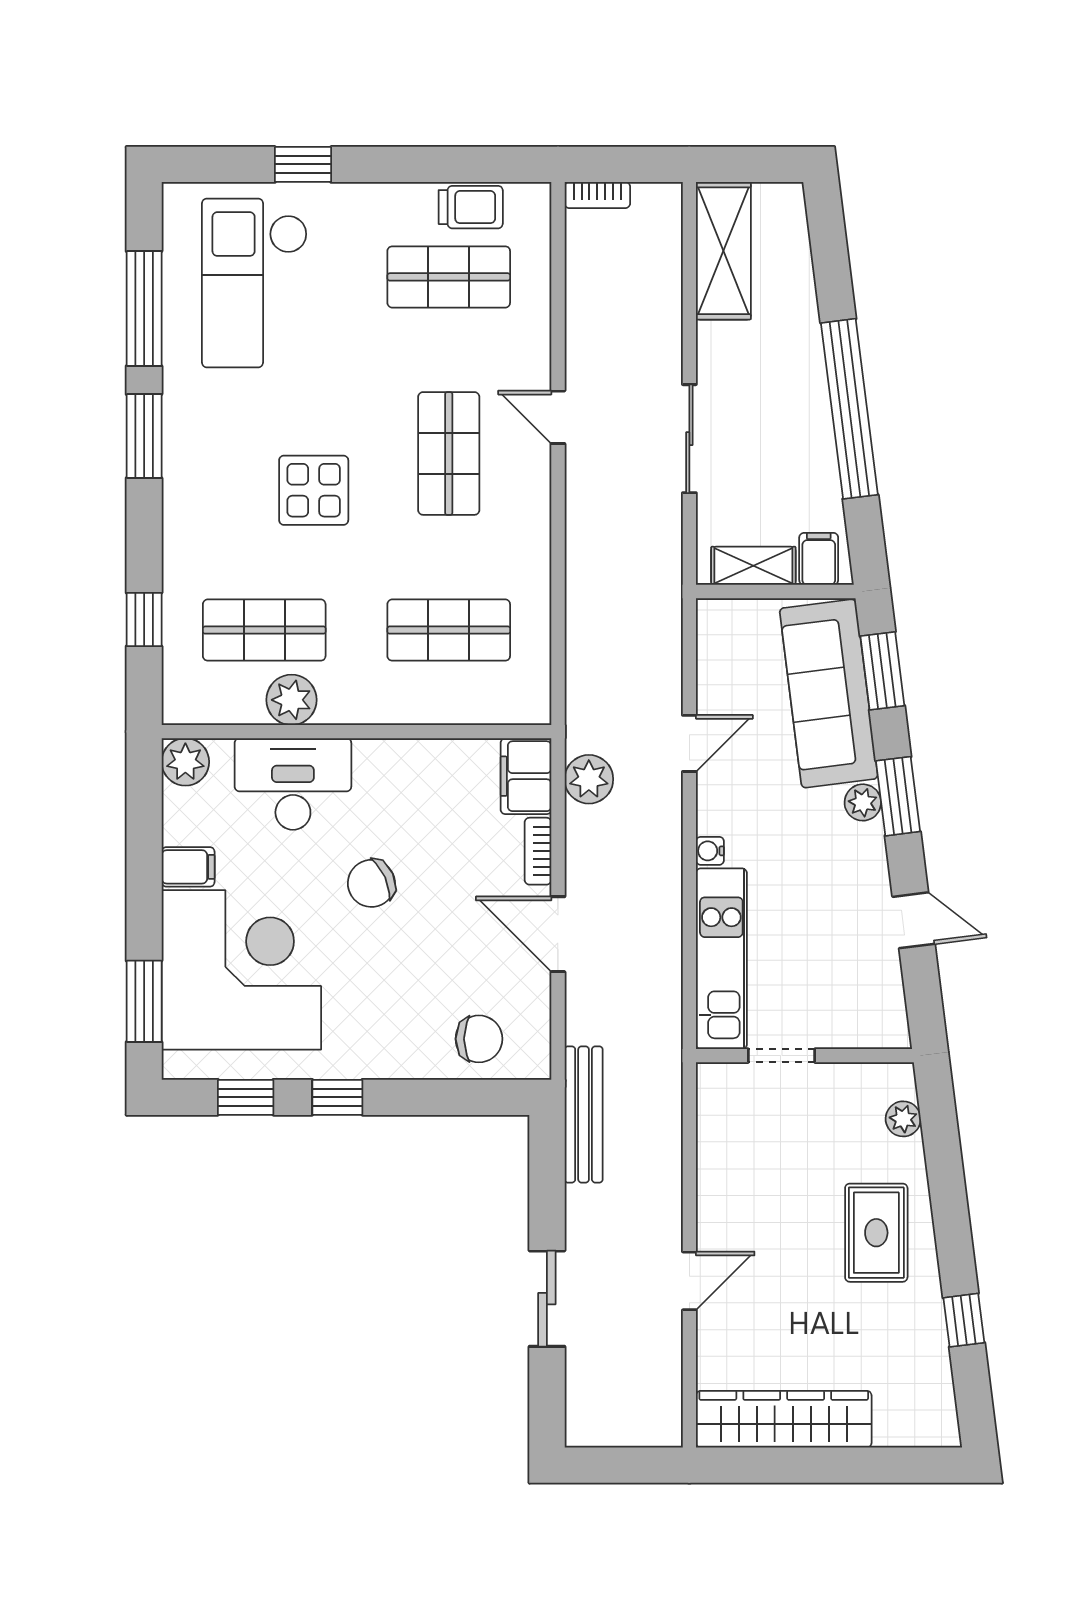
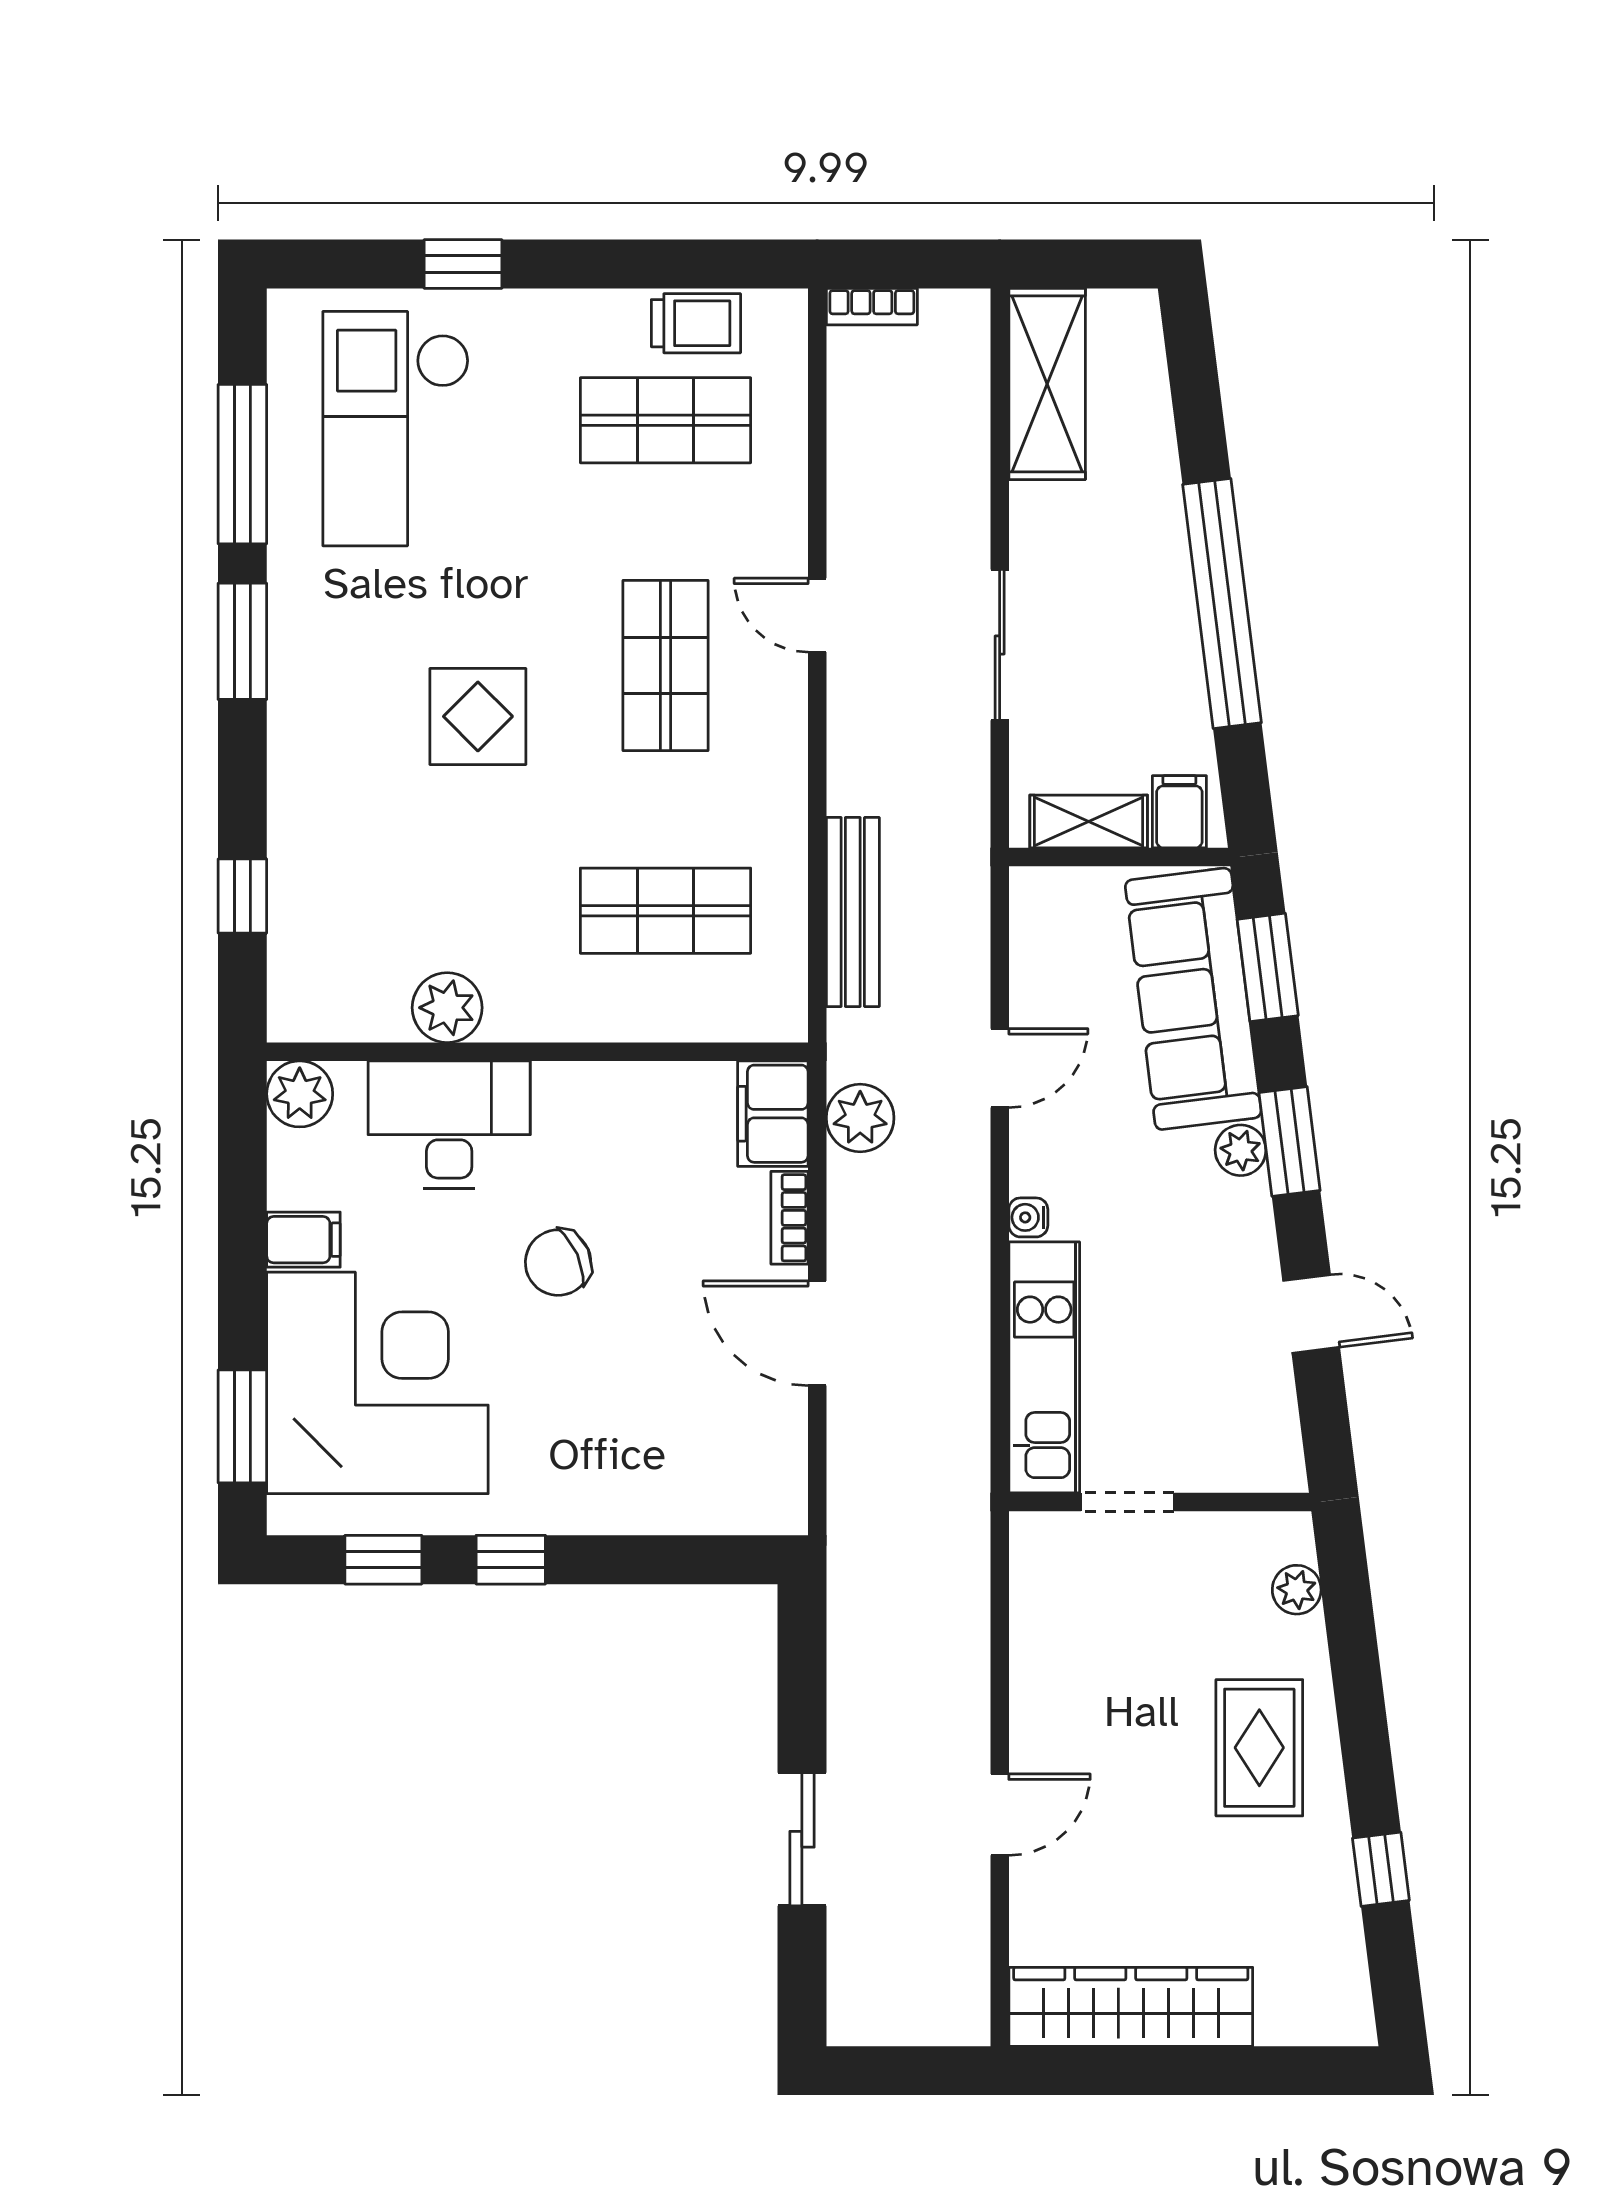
shop shelf: (264, 630) -> (409, 911), removed
chair: (479, 1039) -> (707, 1479), removed
bench: (584, 1114) -> (853, 912), moved

